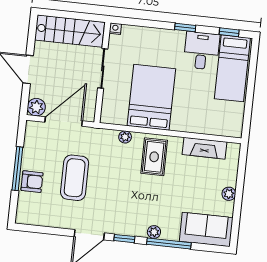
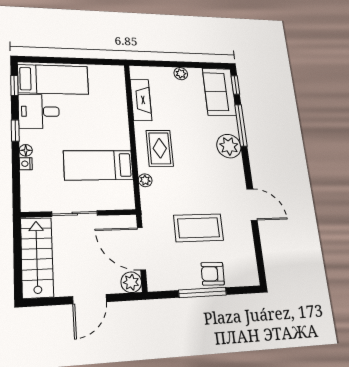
nightstand: (115, 29) -> (26, 164), moved
floor lamp: (165, 34) -> (26, 150), added
bed: (151, 97) -> (98, 165), width x0.67
rug: (154, 157) -> (160, 148), turned 90
armchair: (32, 182) -> (213, 274), turned -88
plant: (154, 232) -> (229, 146), width x1.87, depth x1.87
window: (124, 239) -> (235, 85), moved

